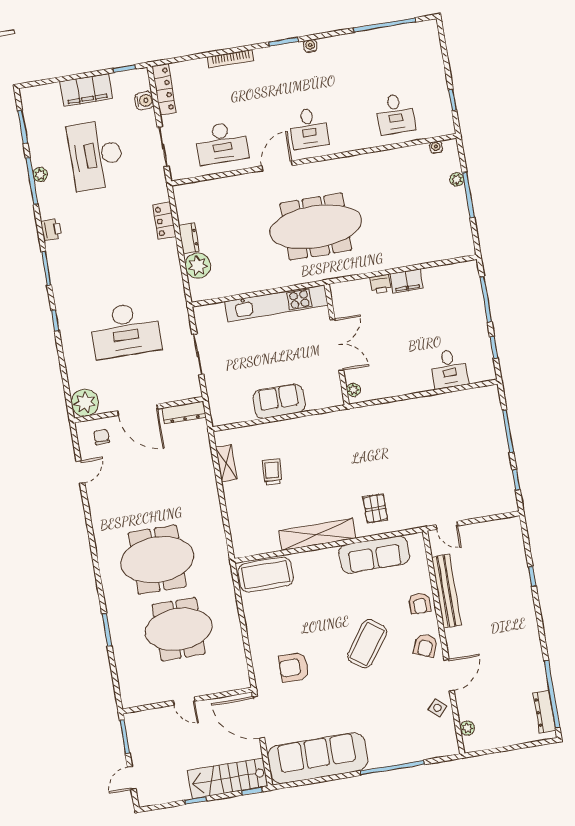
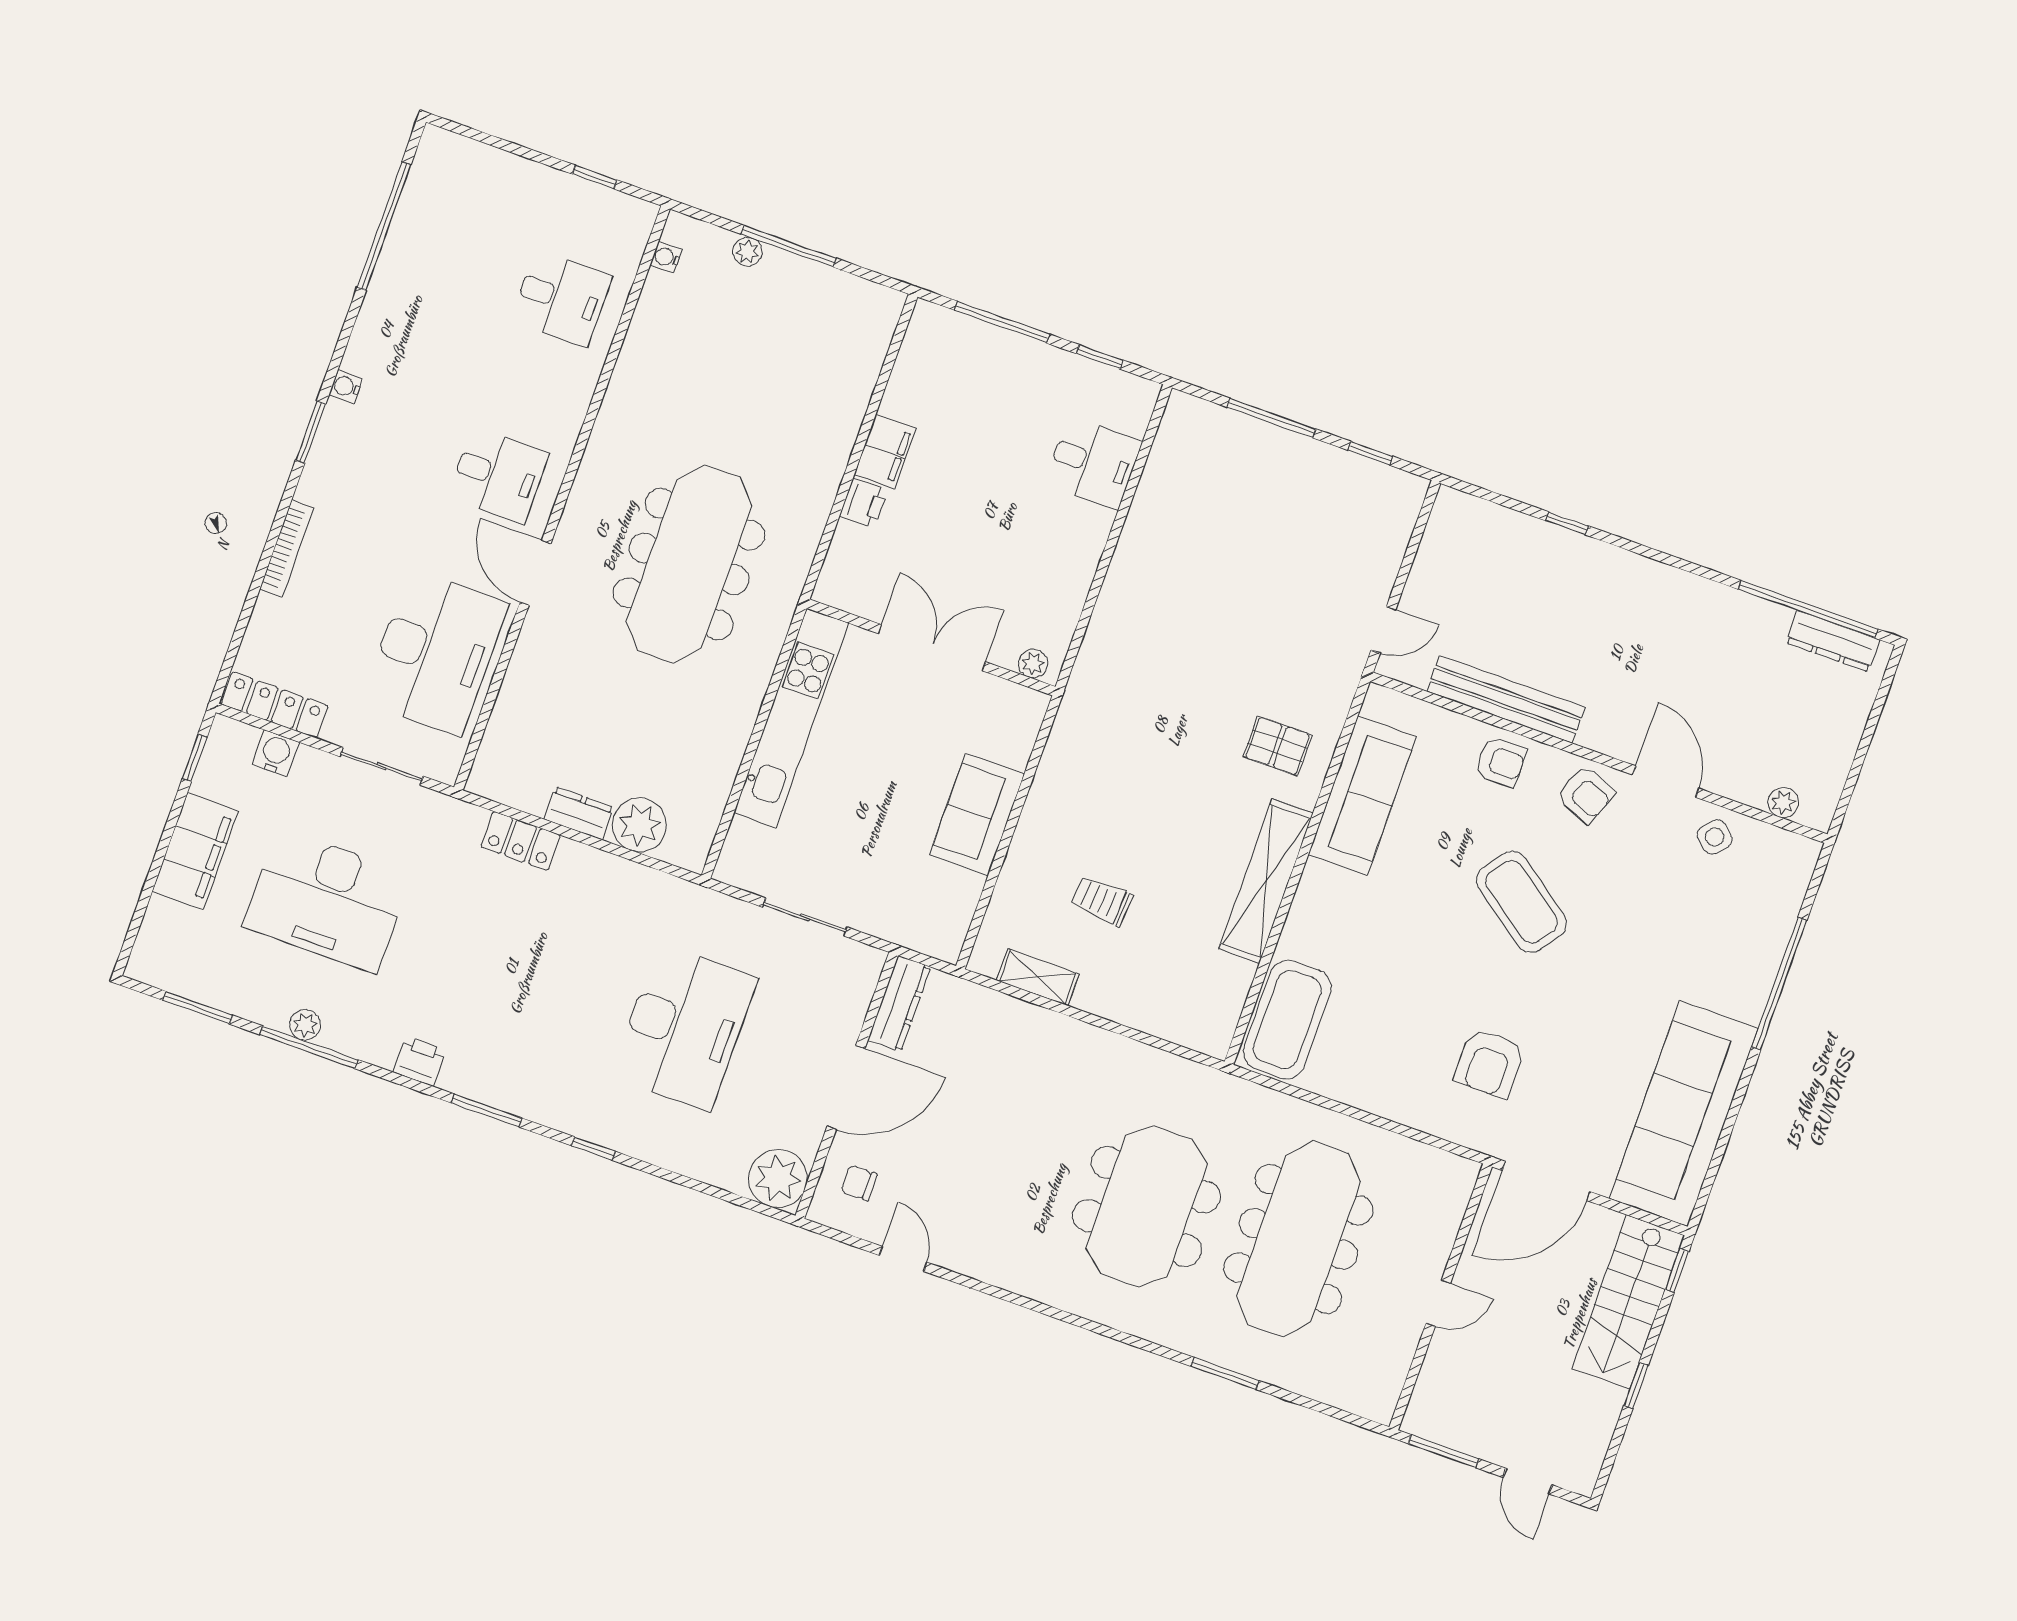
desk: (222, 143) -> (435, 652), width x1.36, depth x1.30
meeting table: (179, 629) -> (1298, 1239), width x1.36

